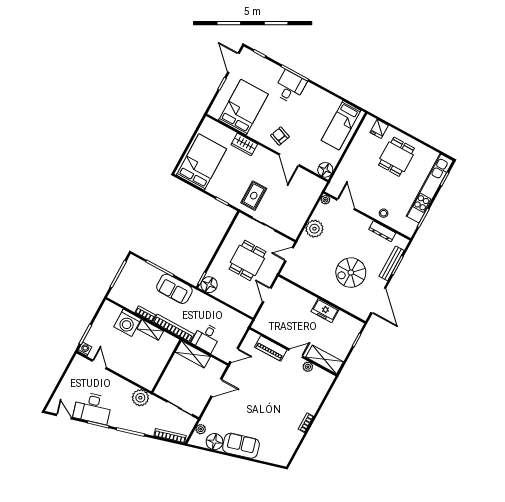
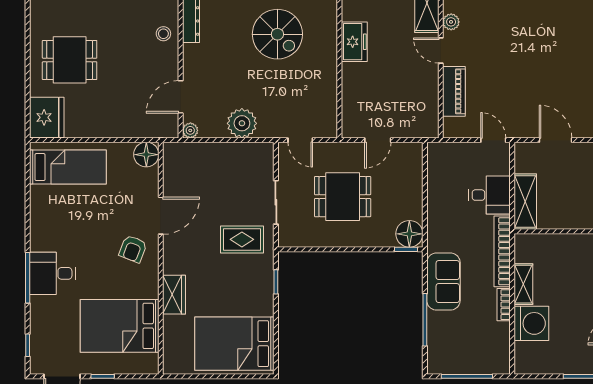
fridge: (379, 129) -> (47, 117), width x1.88, depth x1.34

